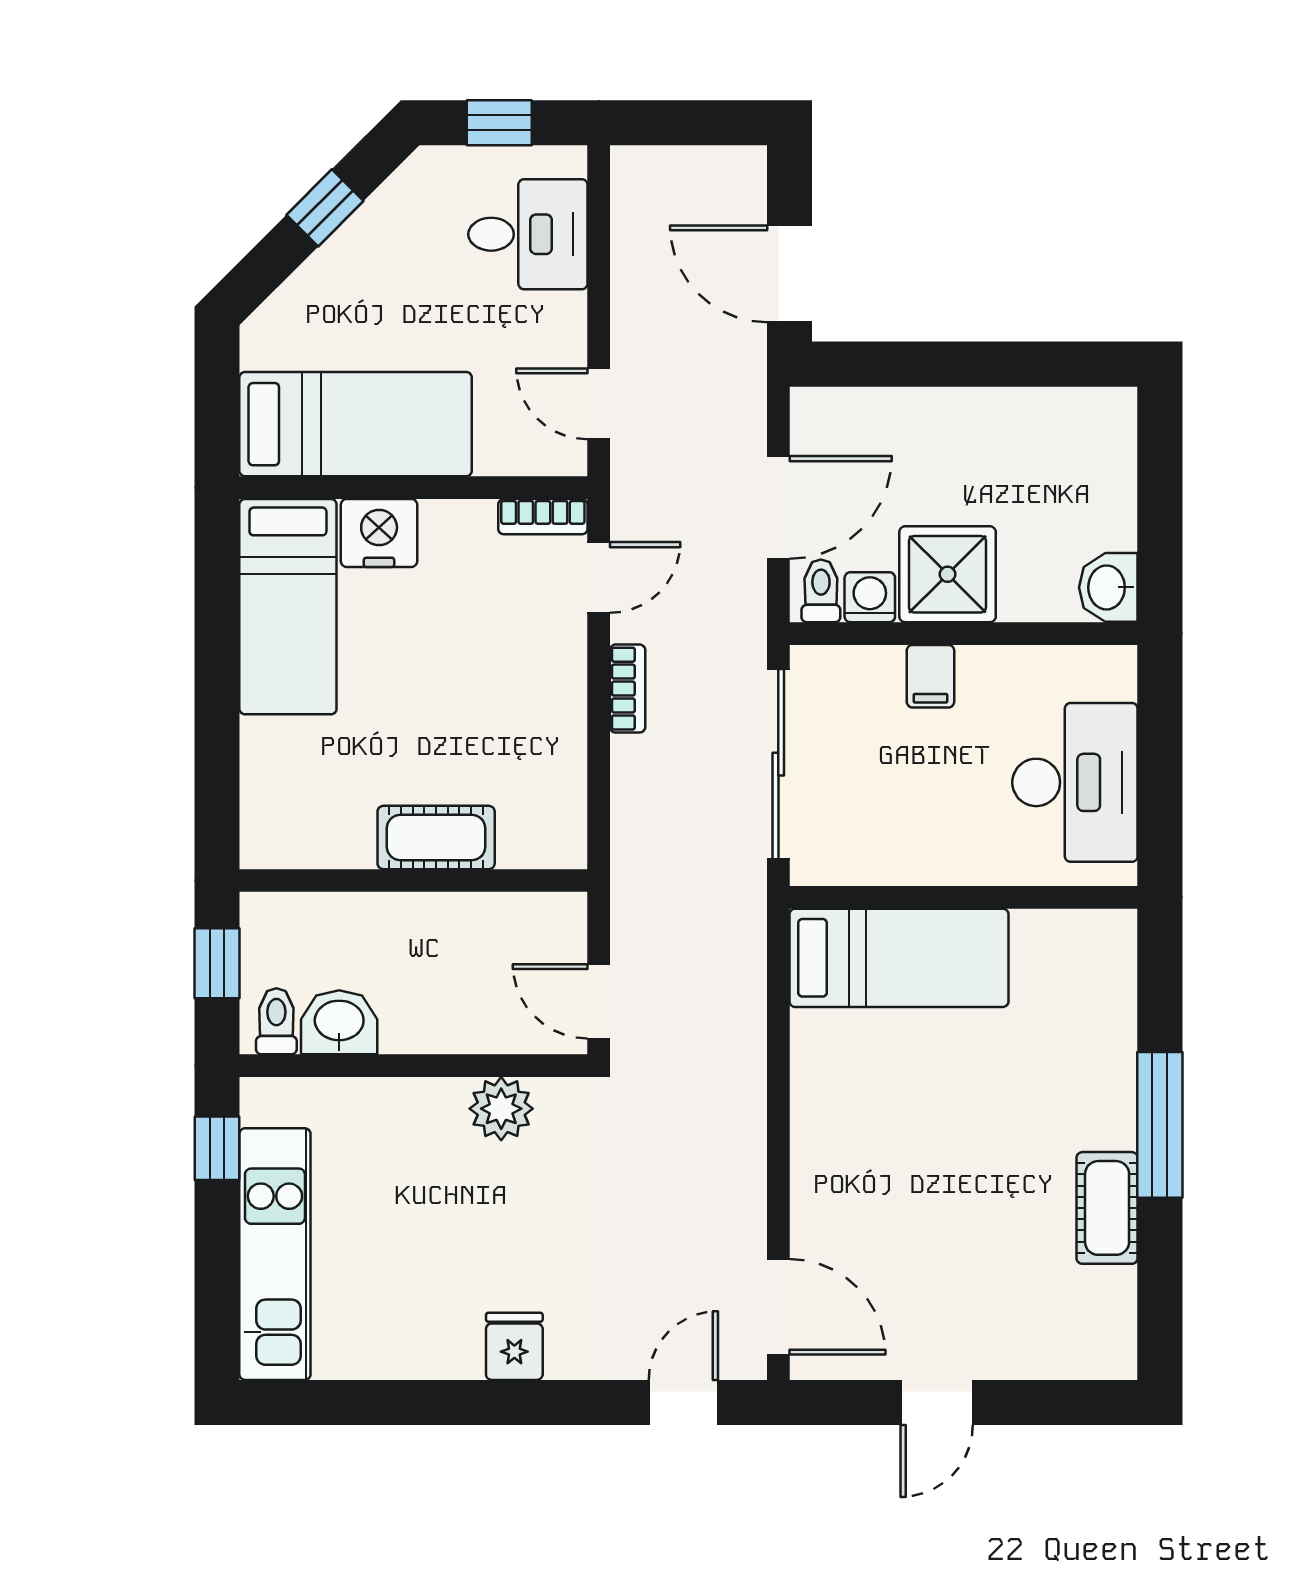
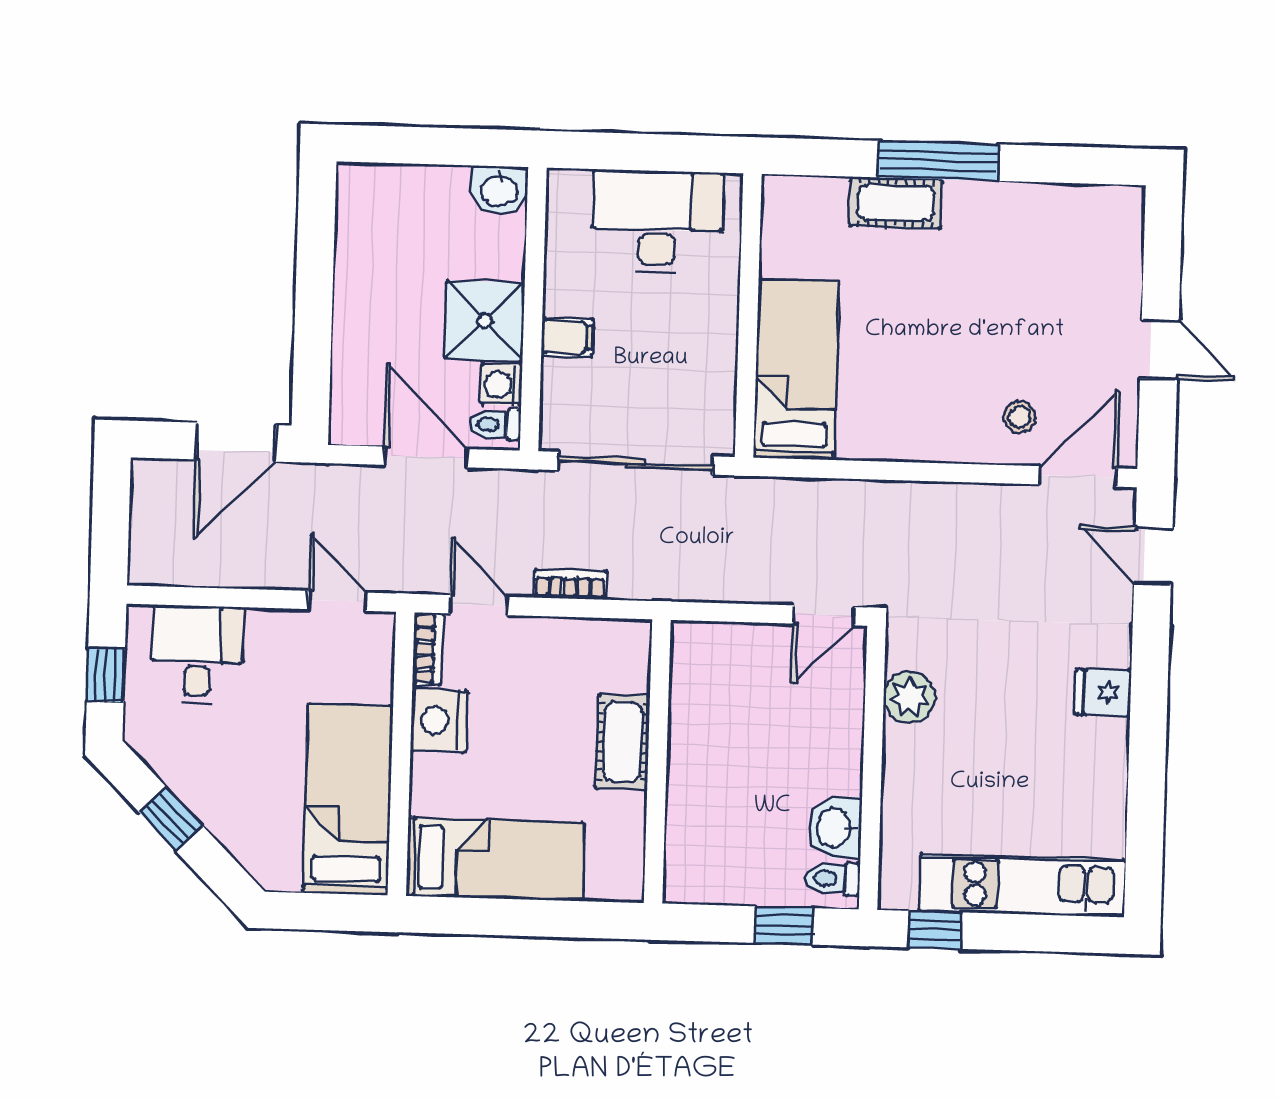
door: (599, 404) -> (337, 601), swing flipped
nightstand: (379, 533) -> (439, 720), moved
cot: (436, 837) -> (623, 742), moved
wall: (413, 880) -> (657, 761), moved
cot: (1107, 1208) -> (896, 203), moved
stool: (849, 1233) -> (1019, 417), added

